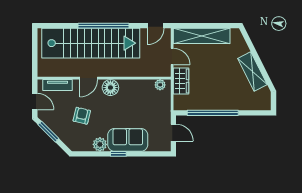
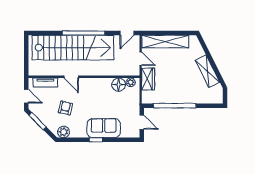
door: (89, 78) -> (71, 77), hinge flipped
floor lamp: (110, 88) -> (119, 85), moved
plant: (100, 144) -> (64, 132), moved

